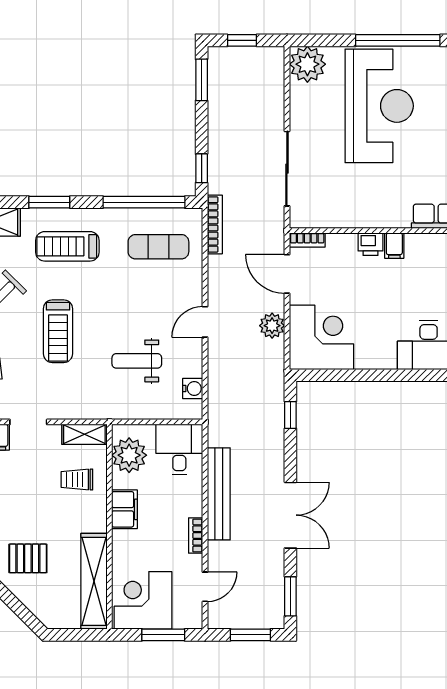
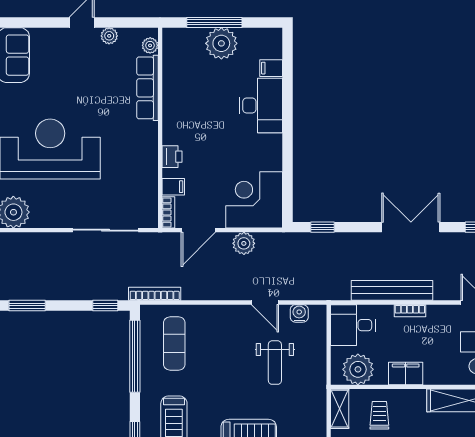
filing cabinet: (394, 246) -> (173, 187), moved
door: (205, 322) -> (265, 302), moved
trolley: (77, 479) -> (379, 415), turned 180
bookcase: (196, 536) -> (410, 311), moved

